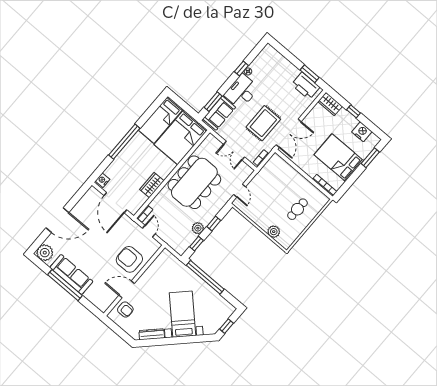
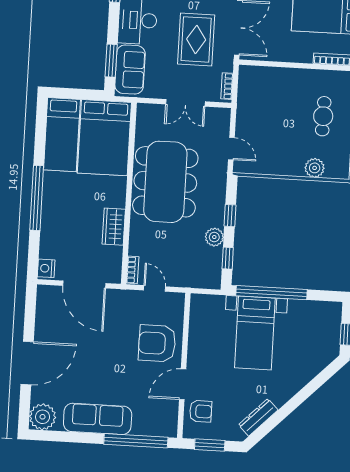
window: (65, 285) -> (136, 441), moved
bed with nightstands: (182, 314) -> (255, 333), moved, turned -135
window: (117, 330) -> (210, 445), added

